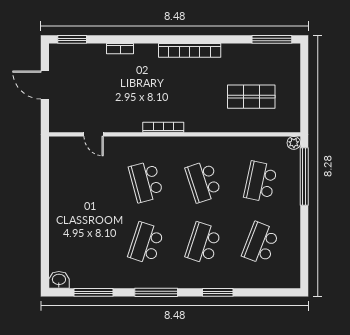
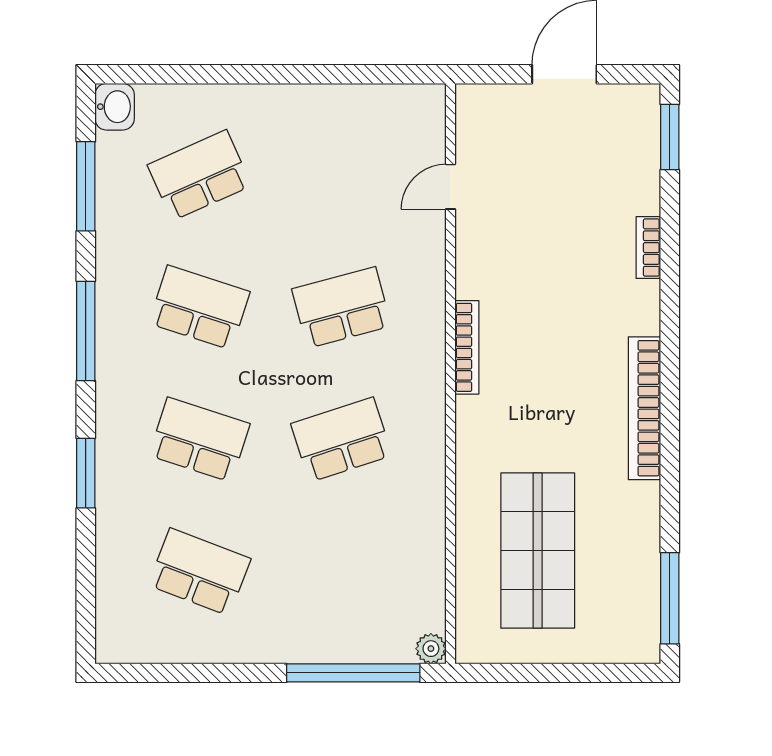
shop shelf: (251, 97) -> (538, 551), width x1.43, depth x1.36
school desk: (261, 182) -> (199, 175), moved, turned -36

